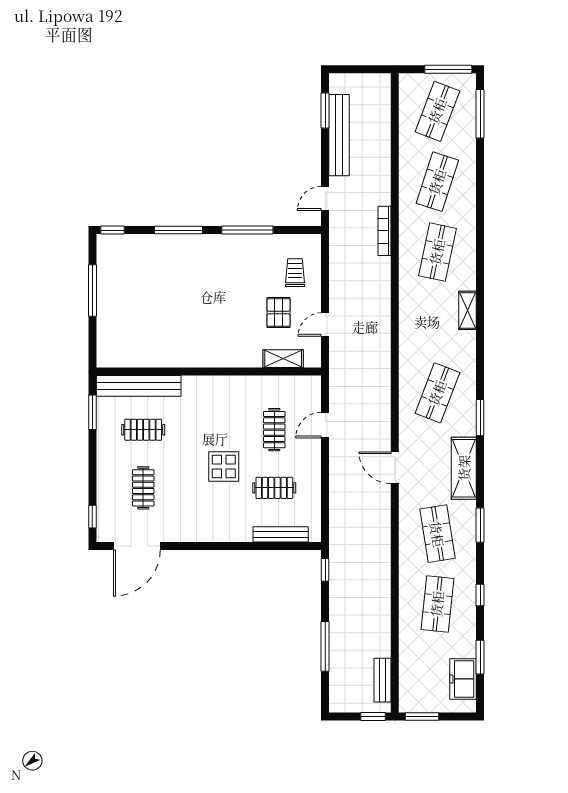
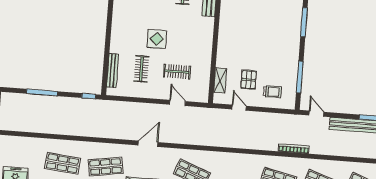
window: (247, 230) -> (300, 77), moved
pallet: (278, 312) -> (249, 80), turned 90
bench: (383, 680) -> (18, 126), removed

